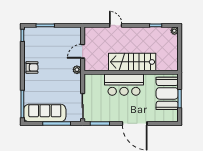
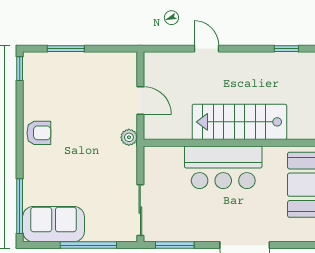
door: (83, 51) -> (140, 100), swing flipped
sofa: (45, 113) -> (54, 224), width x0.73

